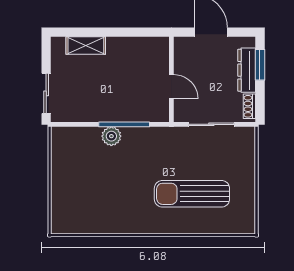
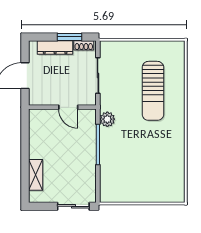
window: (260, 65) -> (70, 37), moved
door: (171, 87) -> (68, 107), swing flipped
plant: (111, 136) -> (107, 119), moved

